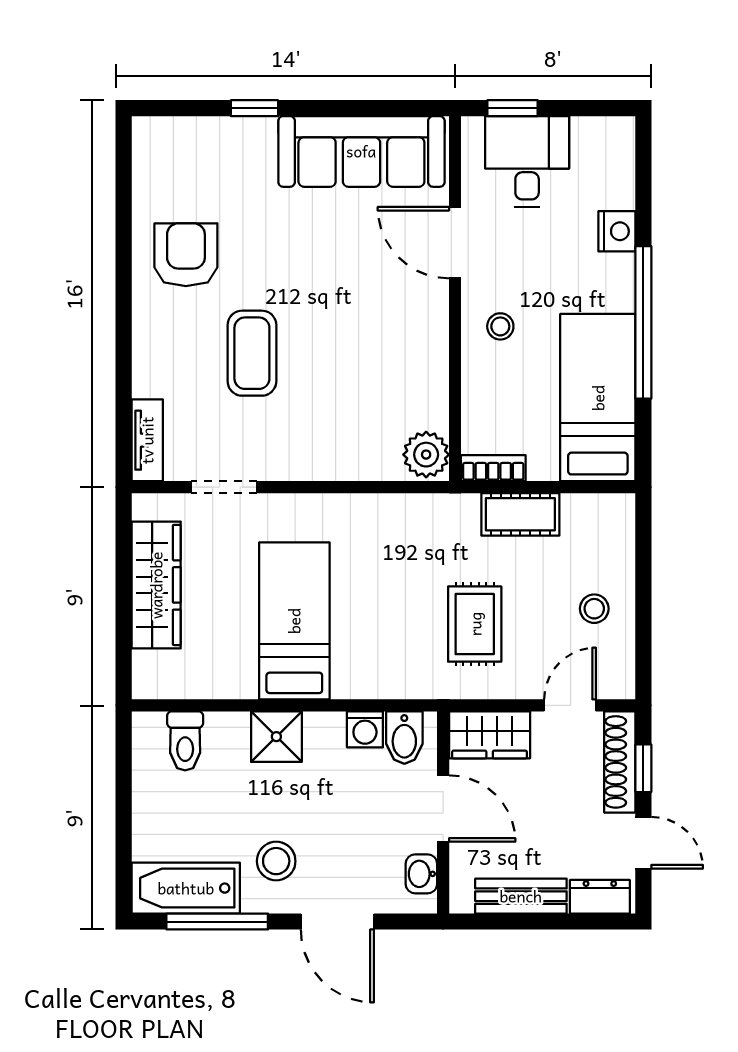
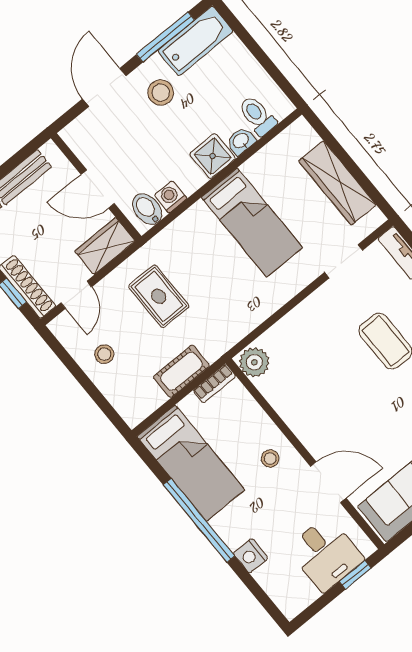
washbasin: (421, 874) -> (241, 141), moved, turned -90
door: (337, 922) -> (104, 87), hinge flipped

